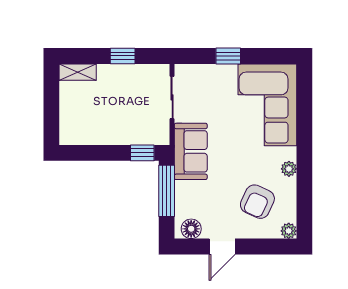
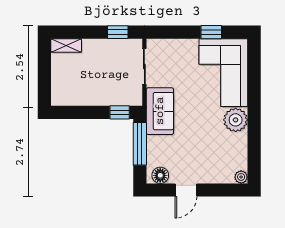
window: (123, 56) -> (118, 32), moved
window: (228, 56) -> (211, 32), moved
plant: (289, 169) -> (236, 120), width x1.87, depth x1.87
armchair: (257, 202) -> (215, 153), removed

